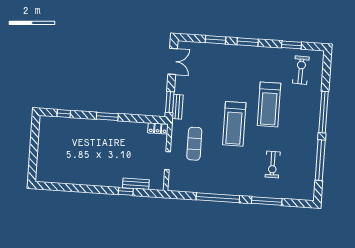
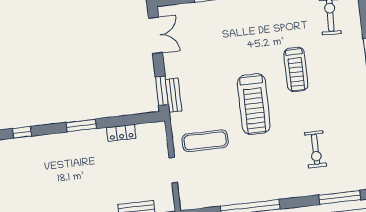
treadmill: (269, 104) -> (296, 69), width x0.73, depth x0.73
locker: (158, 128) -> (121, 133), moved
exercise mat: (194, 144) -> (205, 141), turned 90
window: (267, 201) -> (340, 197), moved

